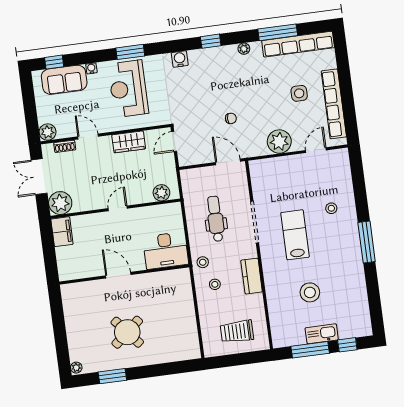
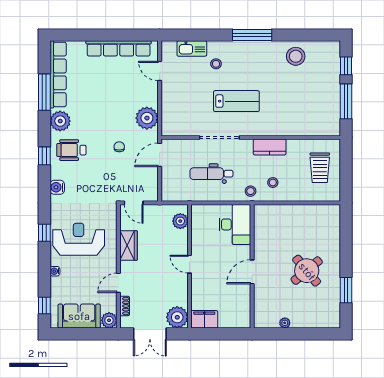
plant: (244, 49) -> (60, 121), width x1.87, depth x1.87
window: (130, 52) -> (44, 233), width x0.67
wheelchair: (221, 69) -> (71, 150), added
sofa: (64, 80) -> (79, 316), moved, turned -90
reception desk: (128, 89) -> (79, 239), turned 180
side table: (299, 93) -> (104, 80), removed
plant: (279, 142) -> (147, 118), moved
lab bench: (295, 235) -> (236, 101), turned 180
stool: (310, 292) -> (296, 56), moved
kitchen sink: (322, 334) -> (192, 48), moved, turned -90
plant: (76, 368) -> (285, 323), moved

